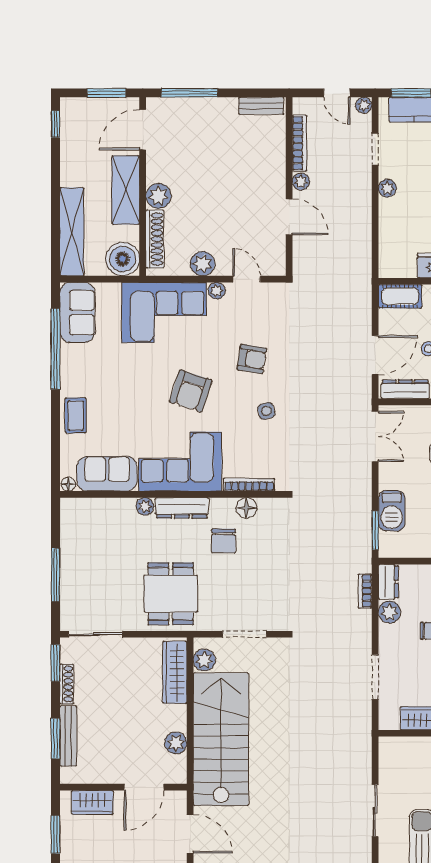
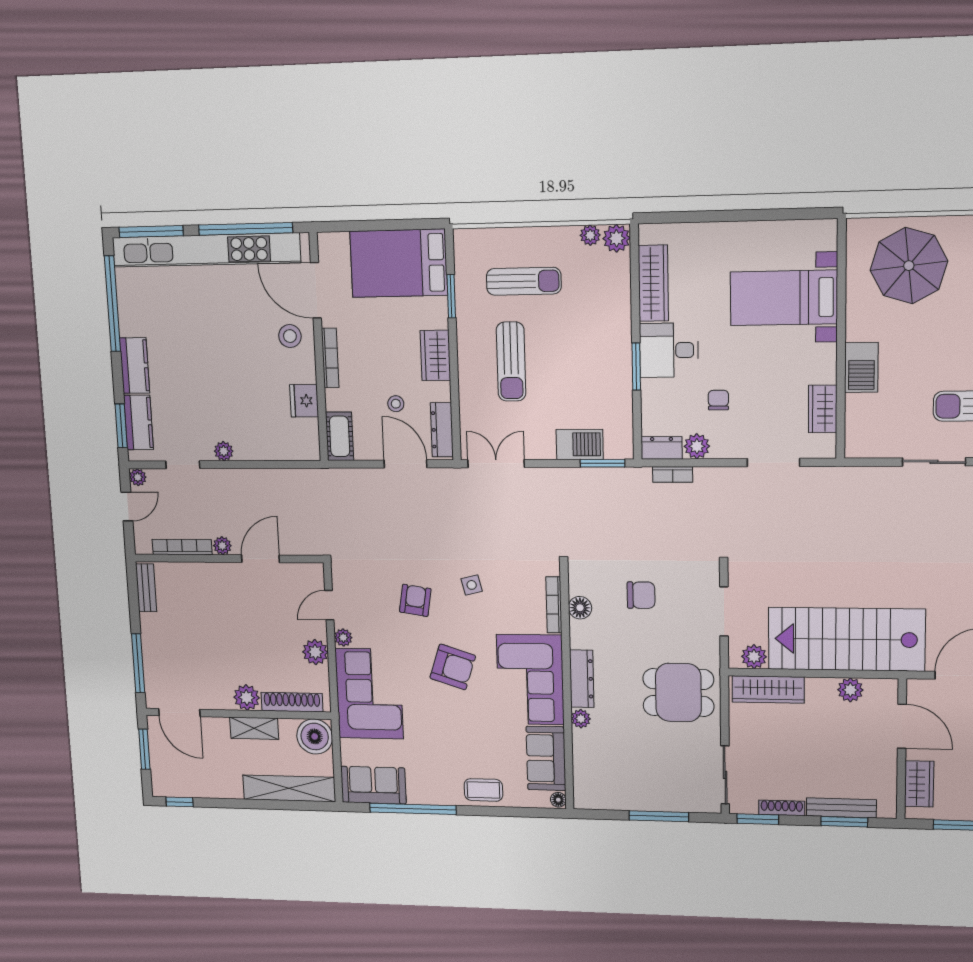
shelving: (126, 190) -> (254, 728), width x0.67, depth x0.75
chair: (224, 541) -> (641, 595), moved

